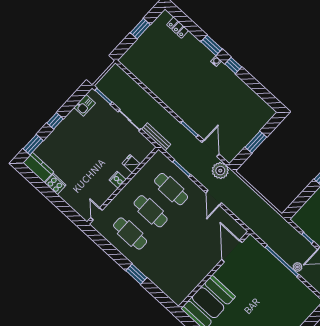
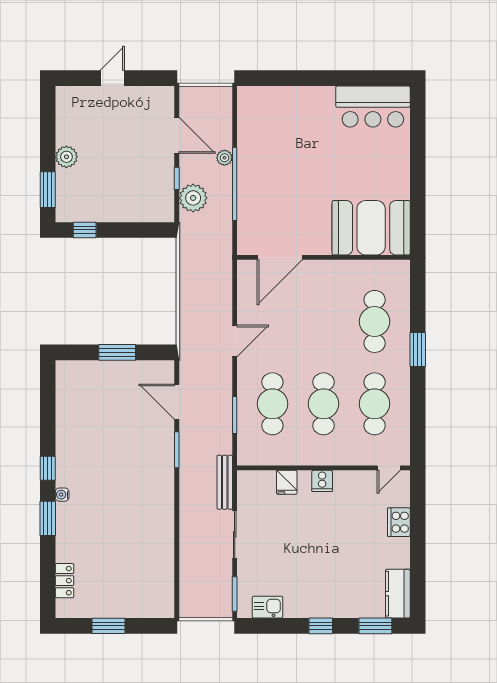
door: (210, 148) -> (177, 402), hinge flipped
plant: (220, 171) -> (193, 198), moved
cooker: (55, 184) -> (399, 522), moved
cafe table: (166, 267) -> (375, 321), added

